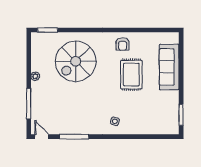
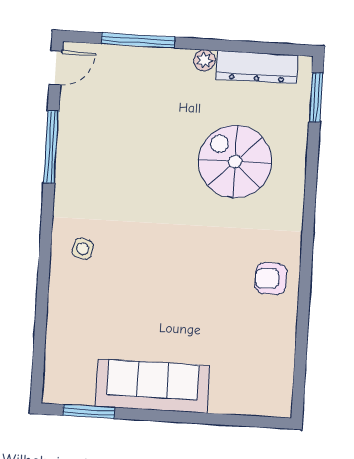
dresser: (37, 55) -> (257, 67), added
spiral stairs: (76, 61) -> (235, 161), width x0.73, depth x0.73
sofa: (169, 67) -> (153, 386), moved
rug: (131, 75) -> (194, 296), removed

